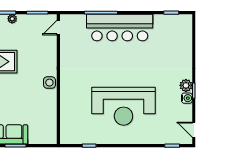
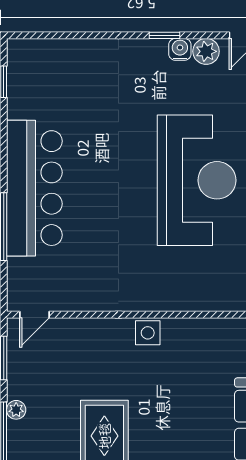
door: (58, 28) -> (34, 315), hinge flipped
plant: (186, 85) -> (206, 51), moved

